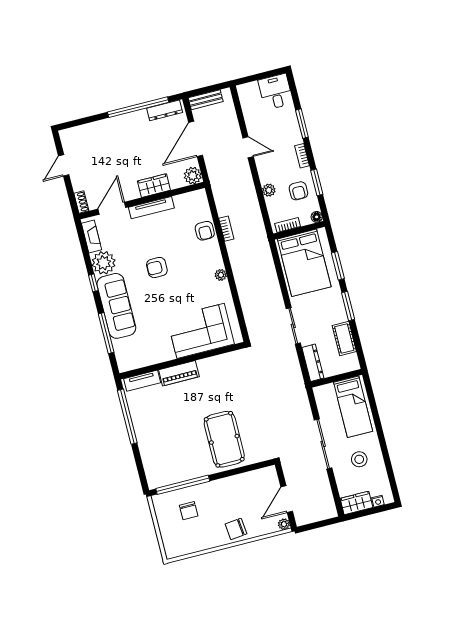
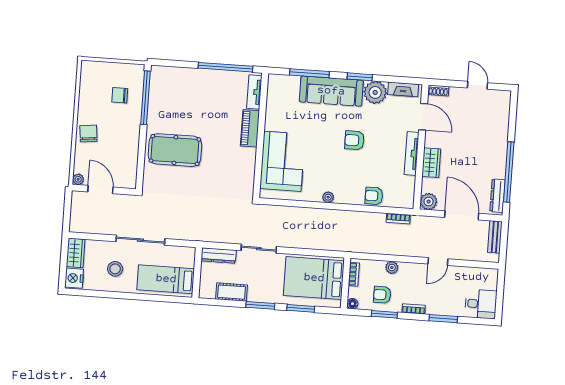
bookcase: (226, 229) -> (398, 219), moved
armchair: (157, 268) -> (354, 140), turned -90
window: (93, 283) -> (360, 77), width x1.50
nightstand: (378, 501) -> (74, 278), width x1.89, depth x1.79

